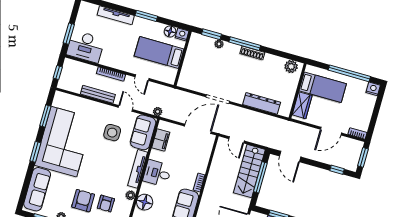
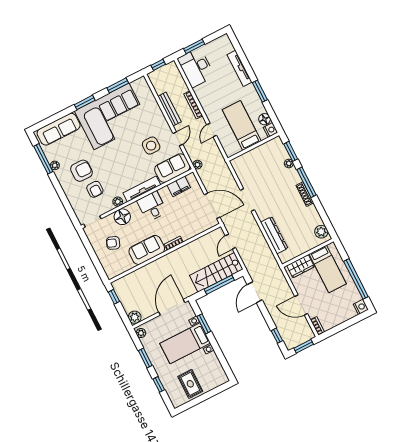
armchair: (106, 203) -> (95, 189), turned -90

